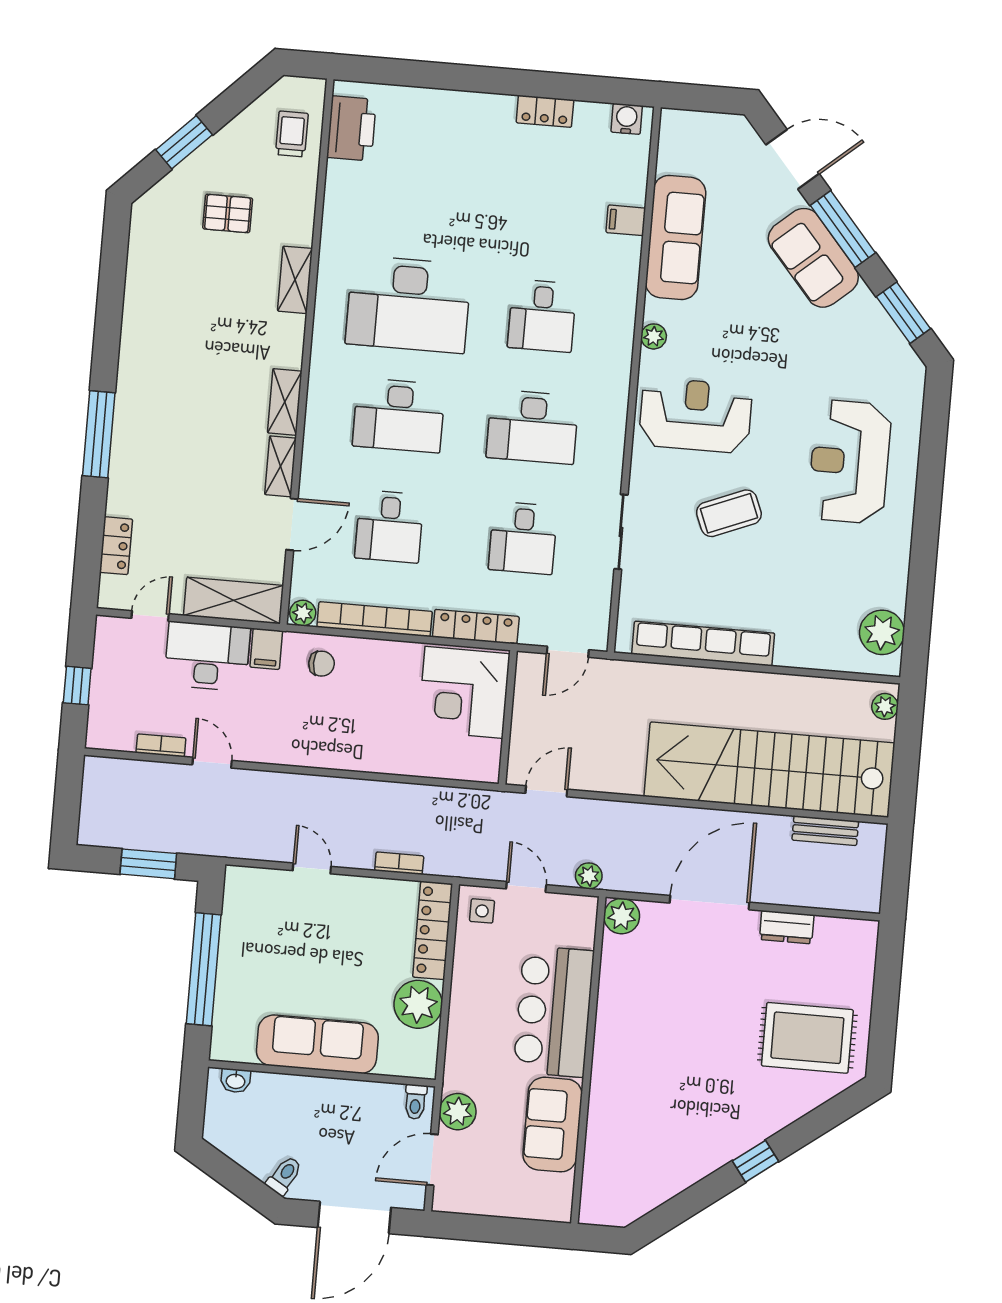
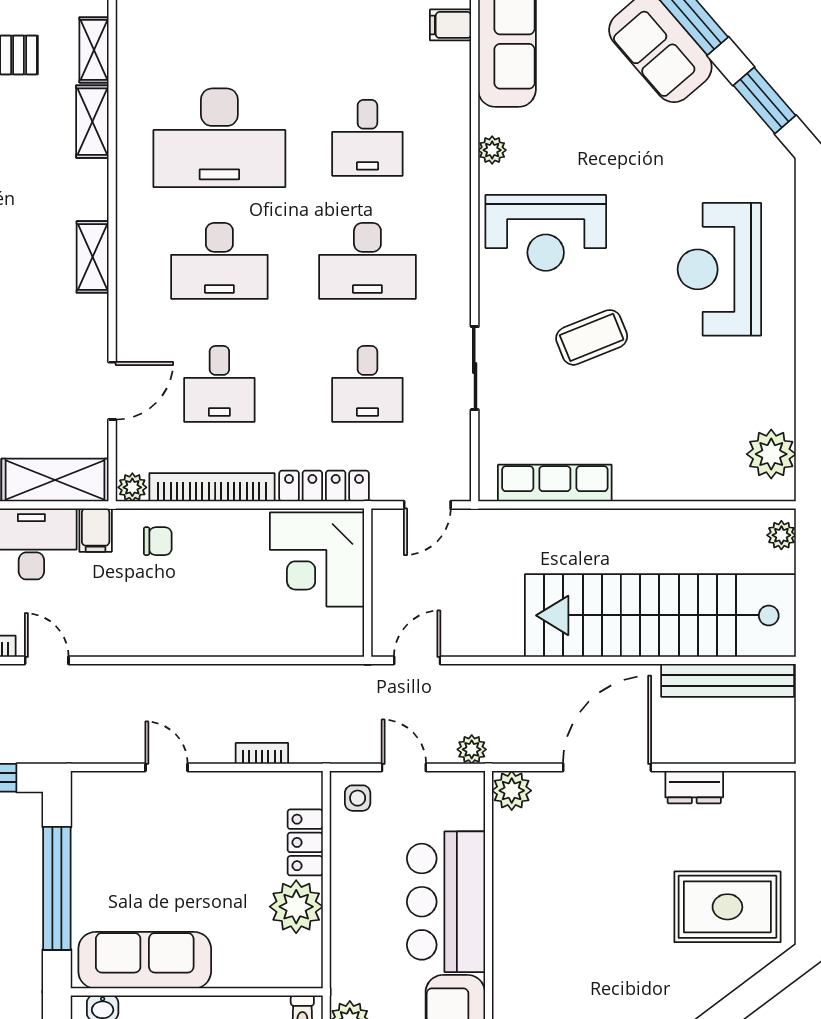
reception desk: (696, 415) -> (546, 233), turned 180
shelving: (280, 466) -> (94, 50), moved
row of seats: (703, 644) -> (555, 483), width x0.73
bench: (825, 831) -> (728, 680), width x1.86, depth x1.21
locker: (433, 930) -> (305, 842), width x0.66
sofa: (317, 1044) -> (145, 960), moved

